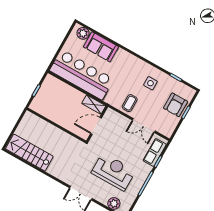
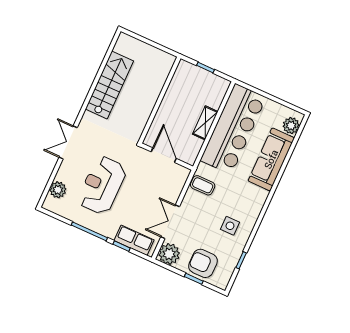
sofa: (101, 47) -> (271, 159), width x1.36
coffee table: (130, 103) -> (203, 185), moved
shelving: (94, 105) -> (205, 123), moved
plant: (167, 128) -> (169, 254), added
stairs: (29, 153) -> (109, 85), moved
reception desk: (113, 172) -> (102, 185), turned 180

